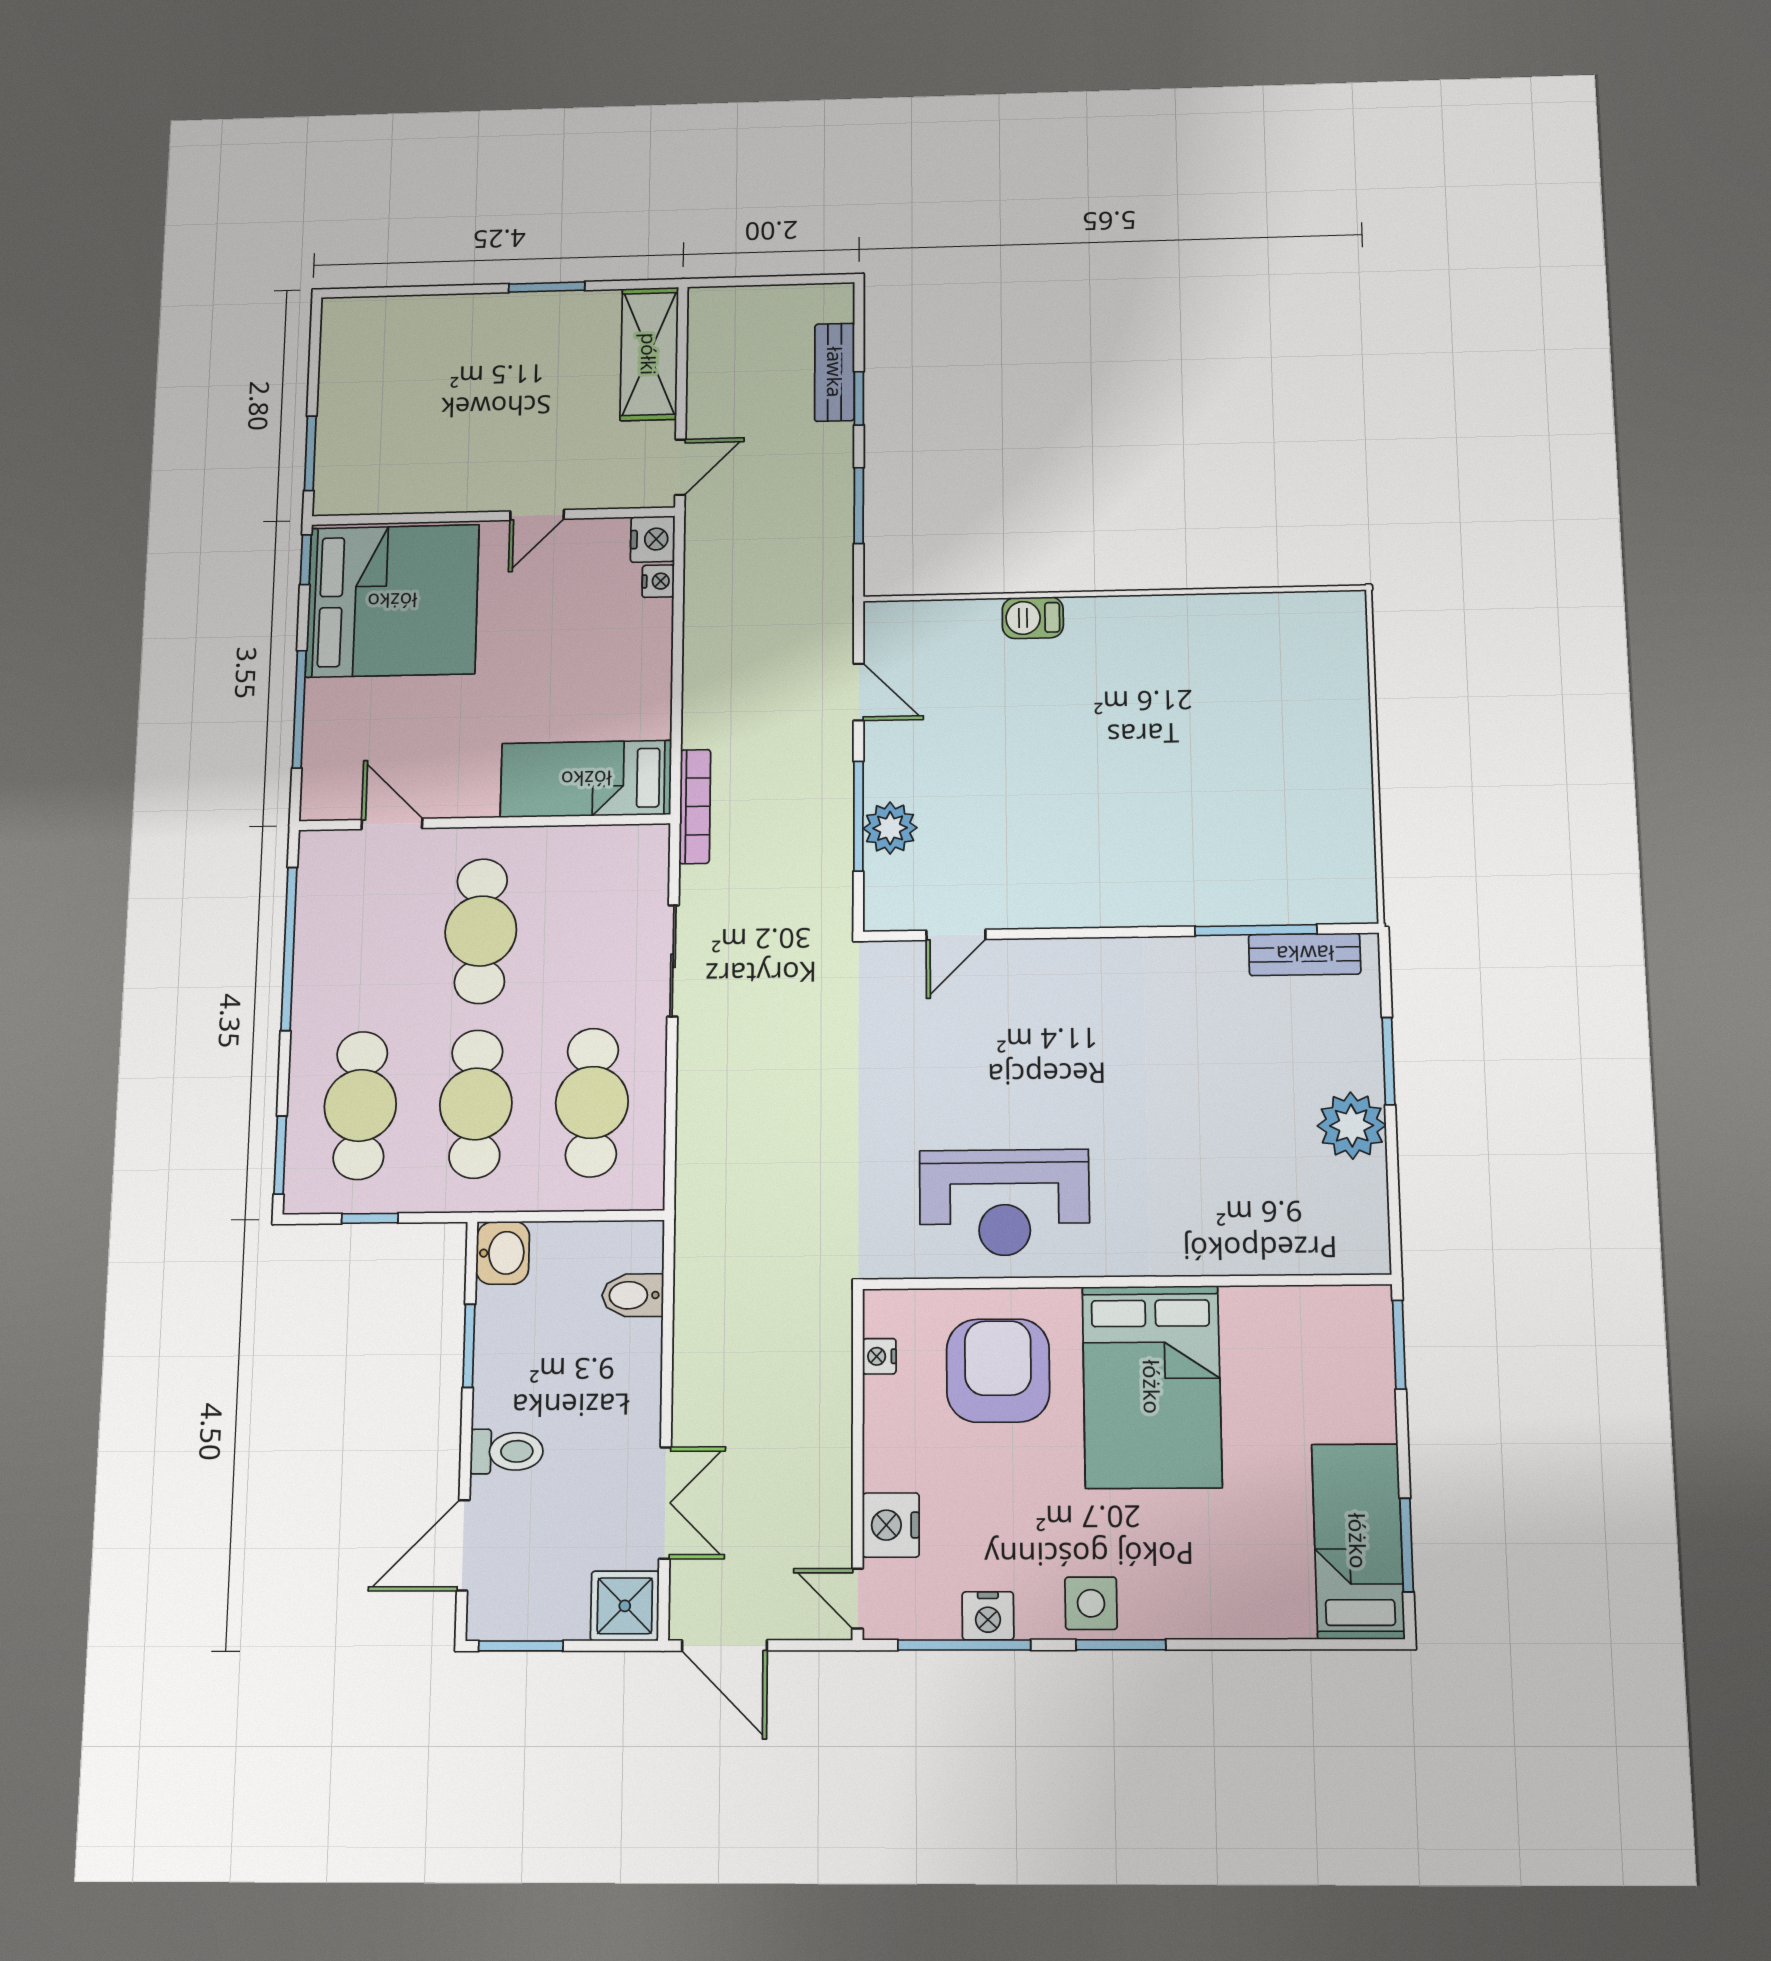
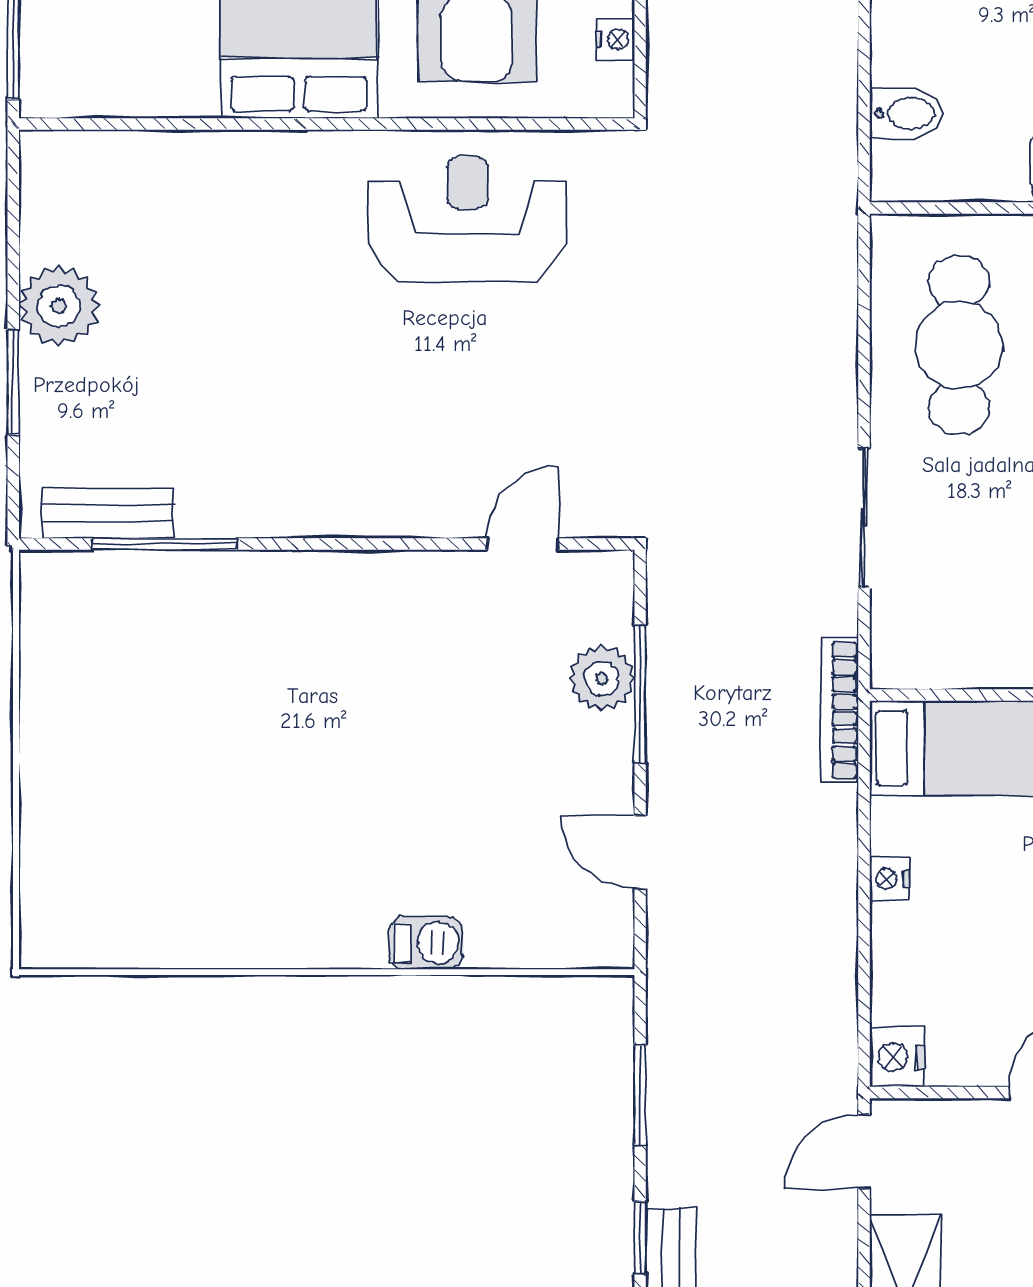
nightstand: (658, 581) -> (890, 879), moved

